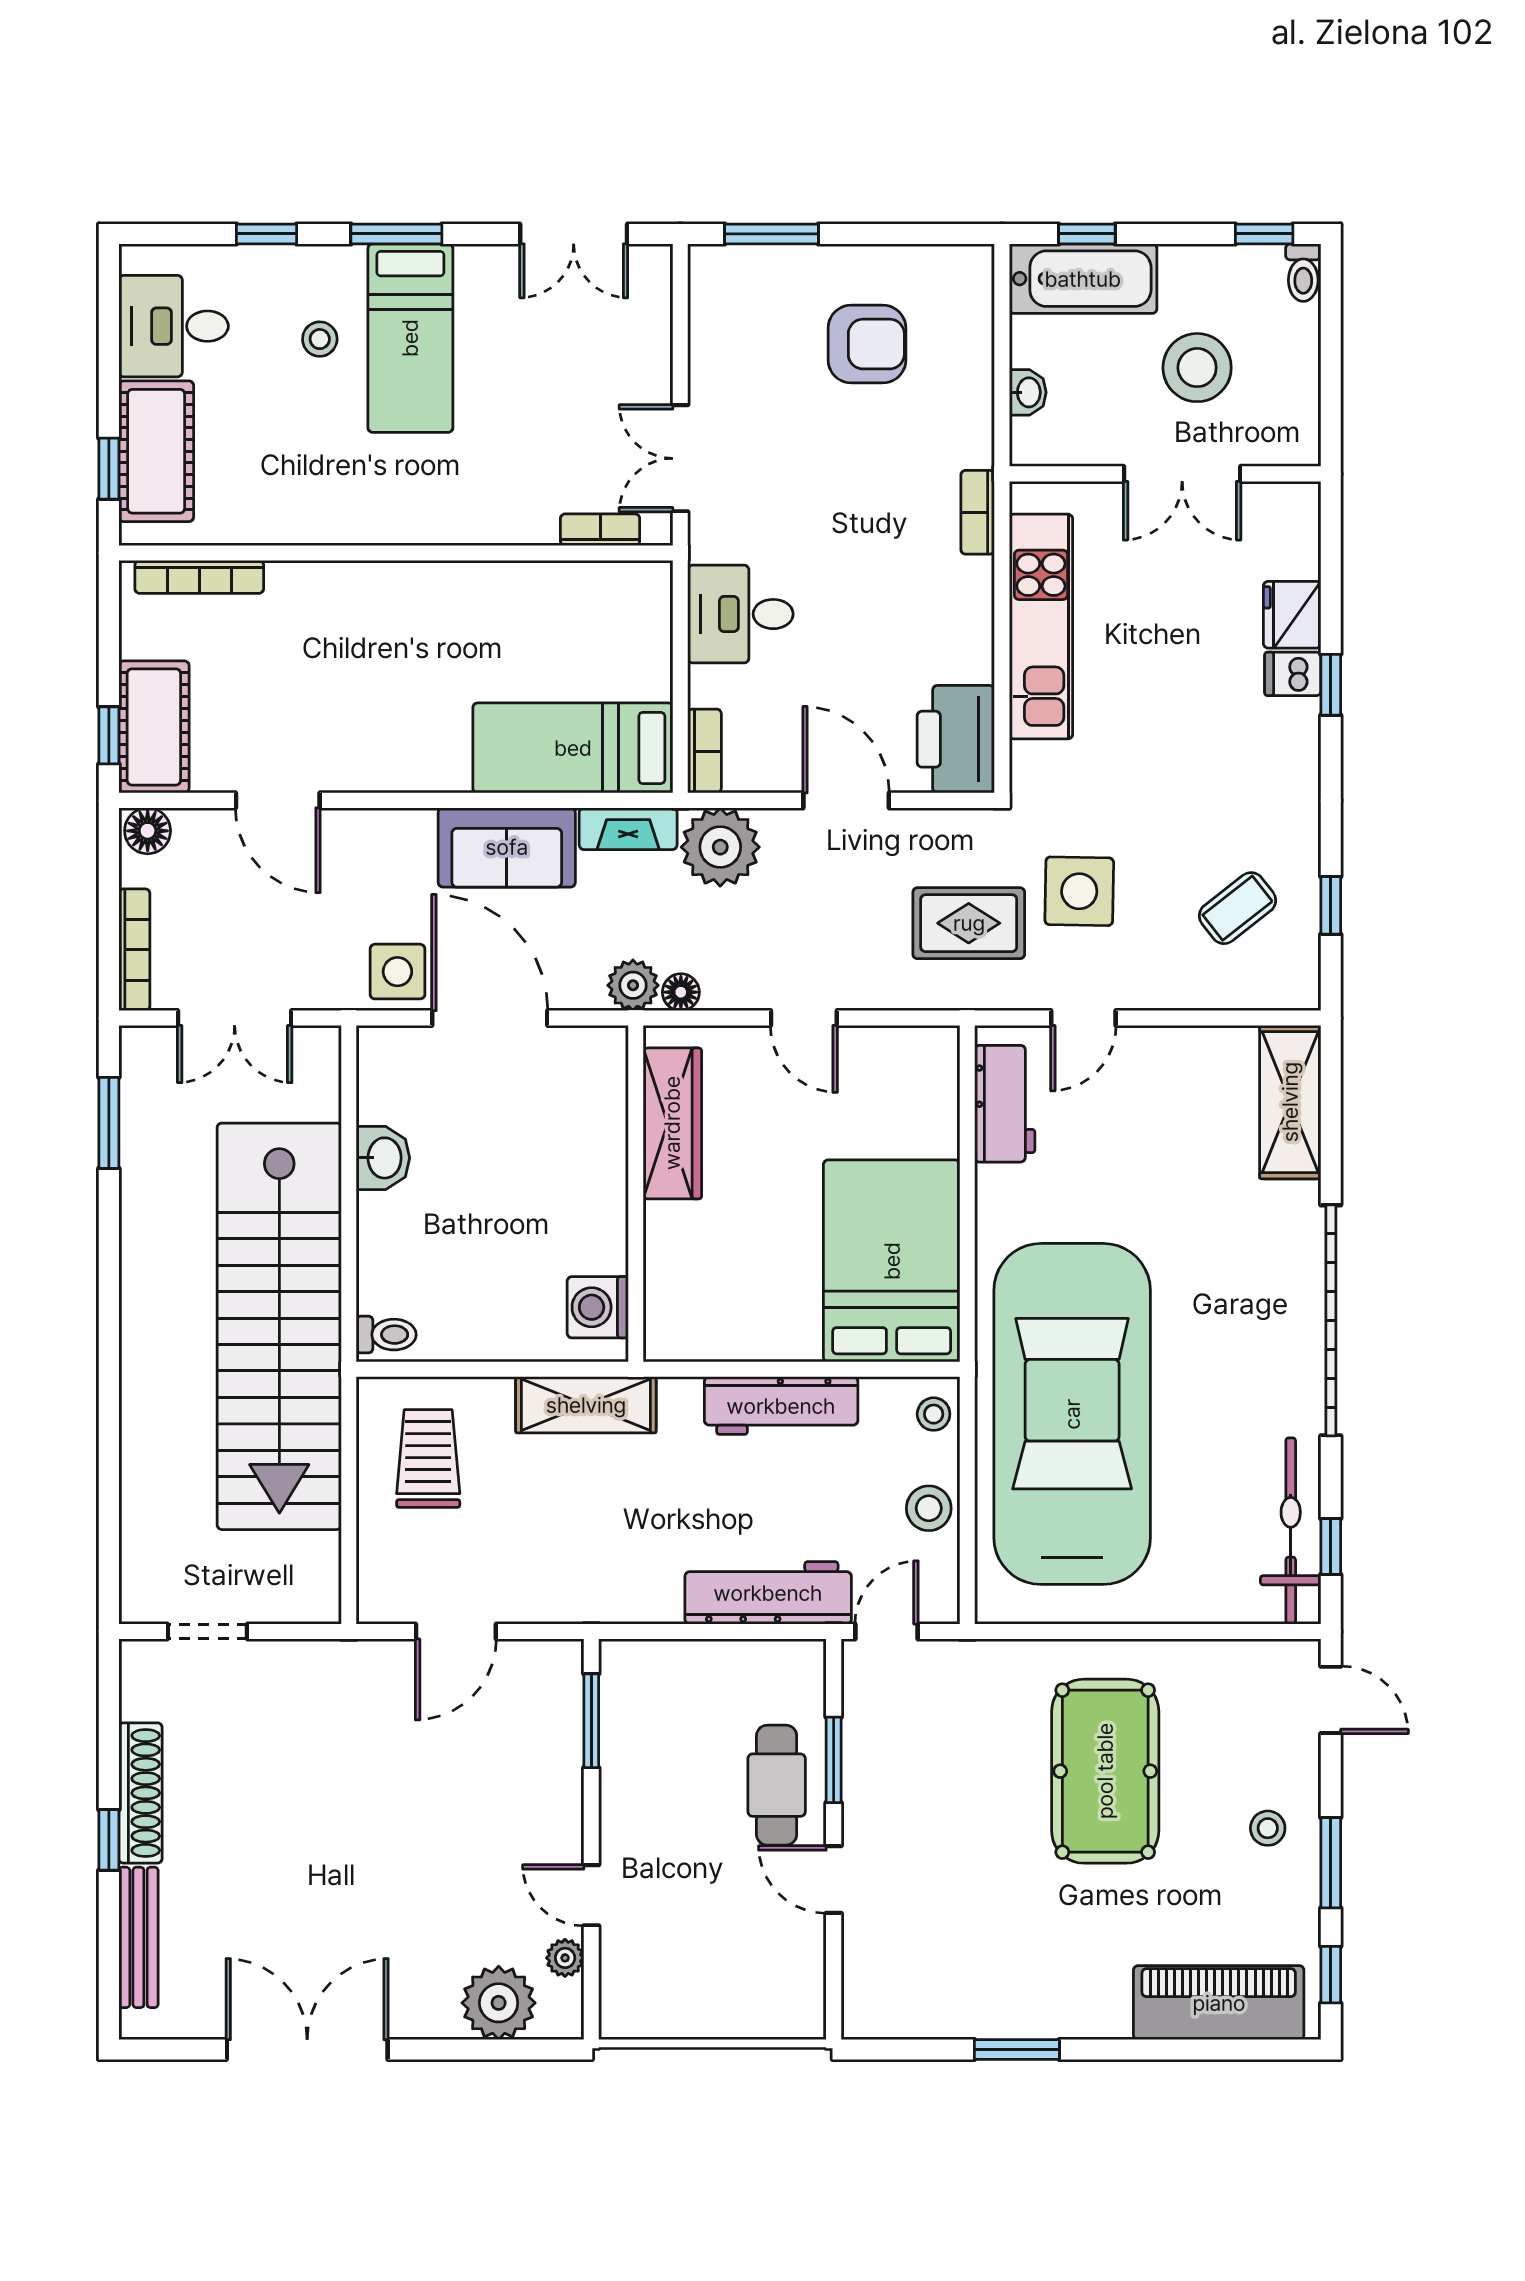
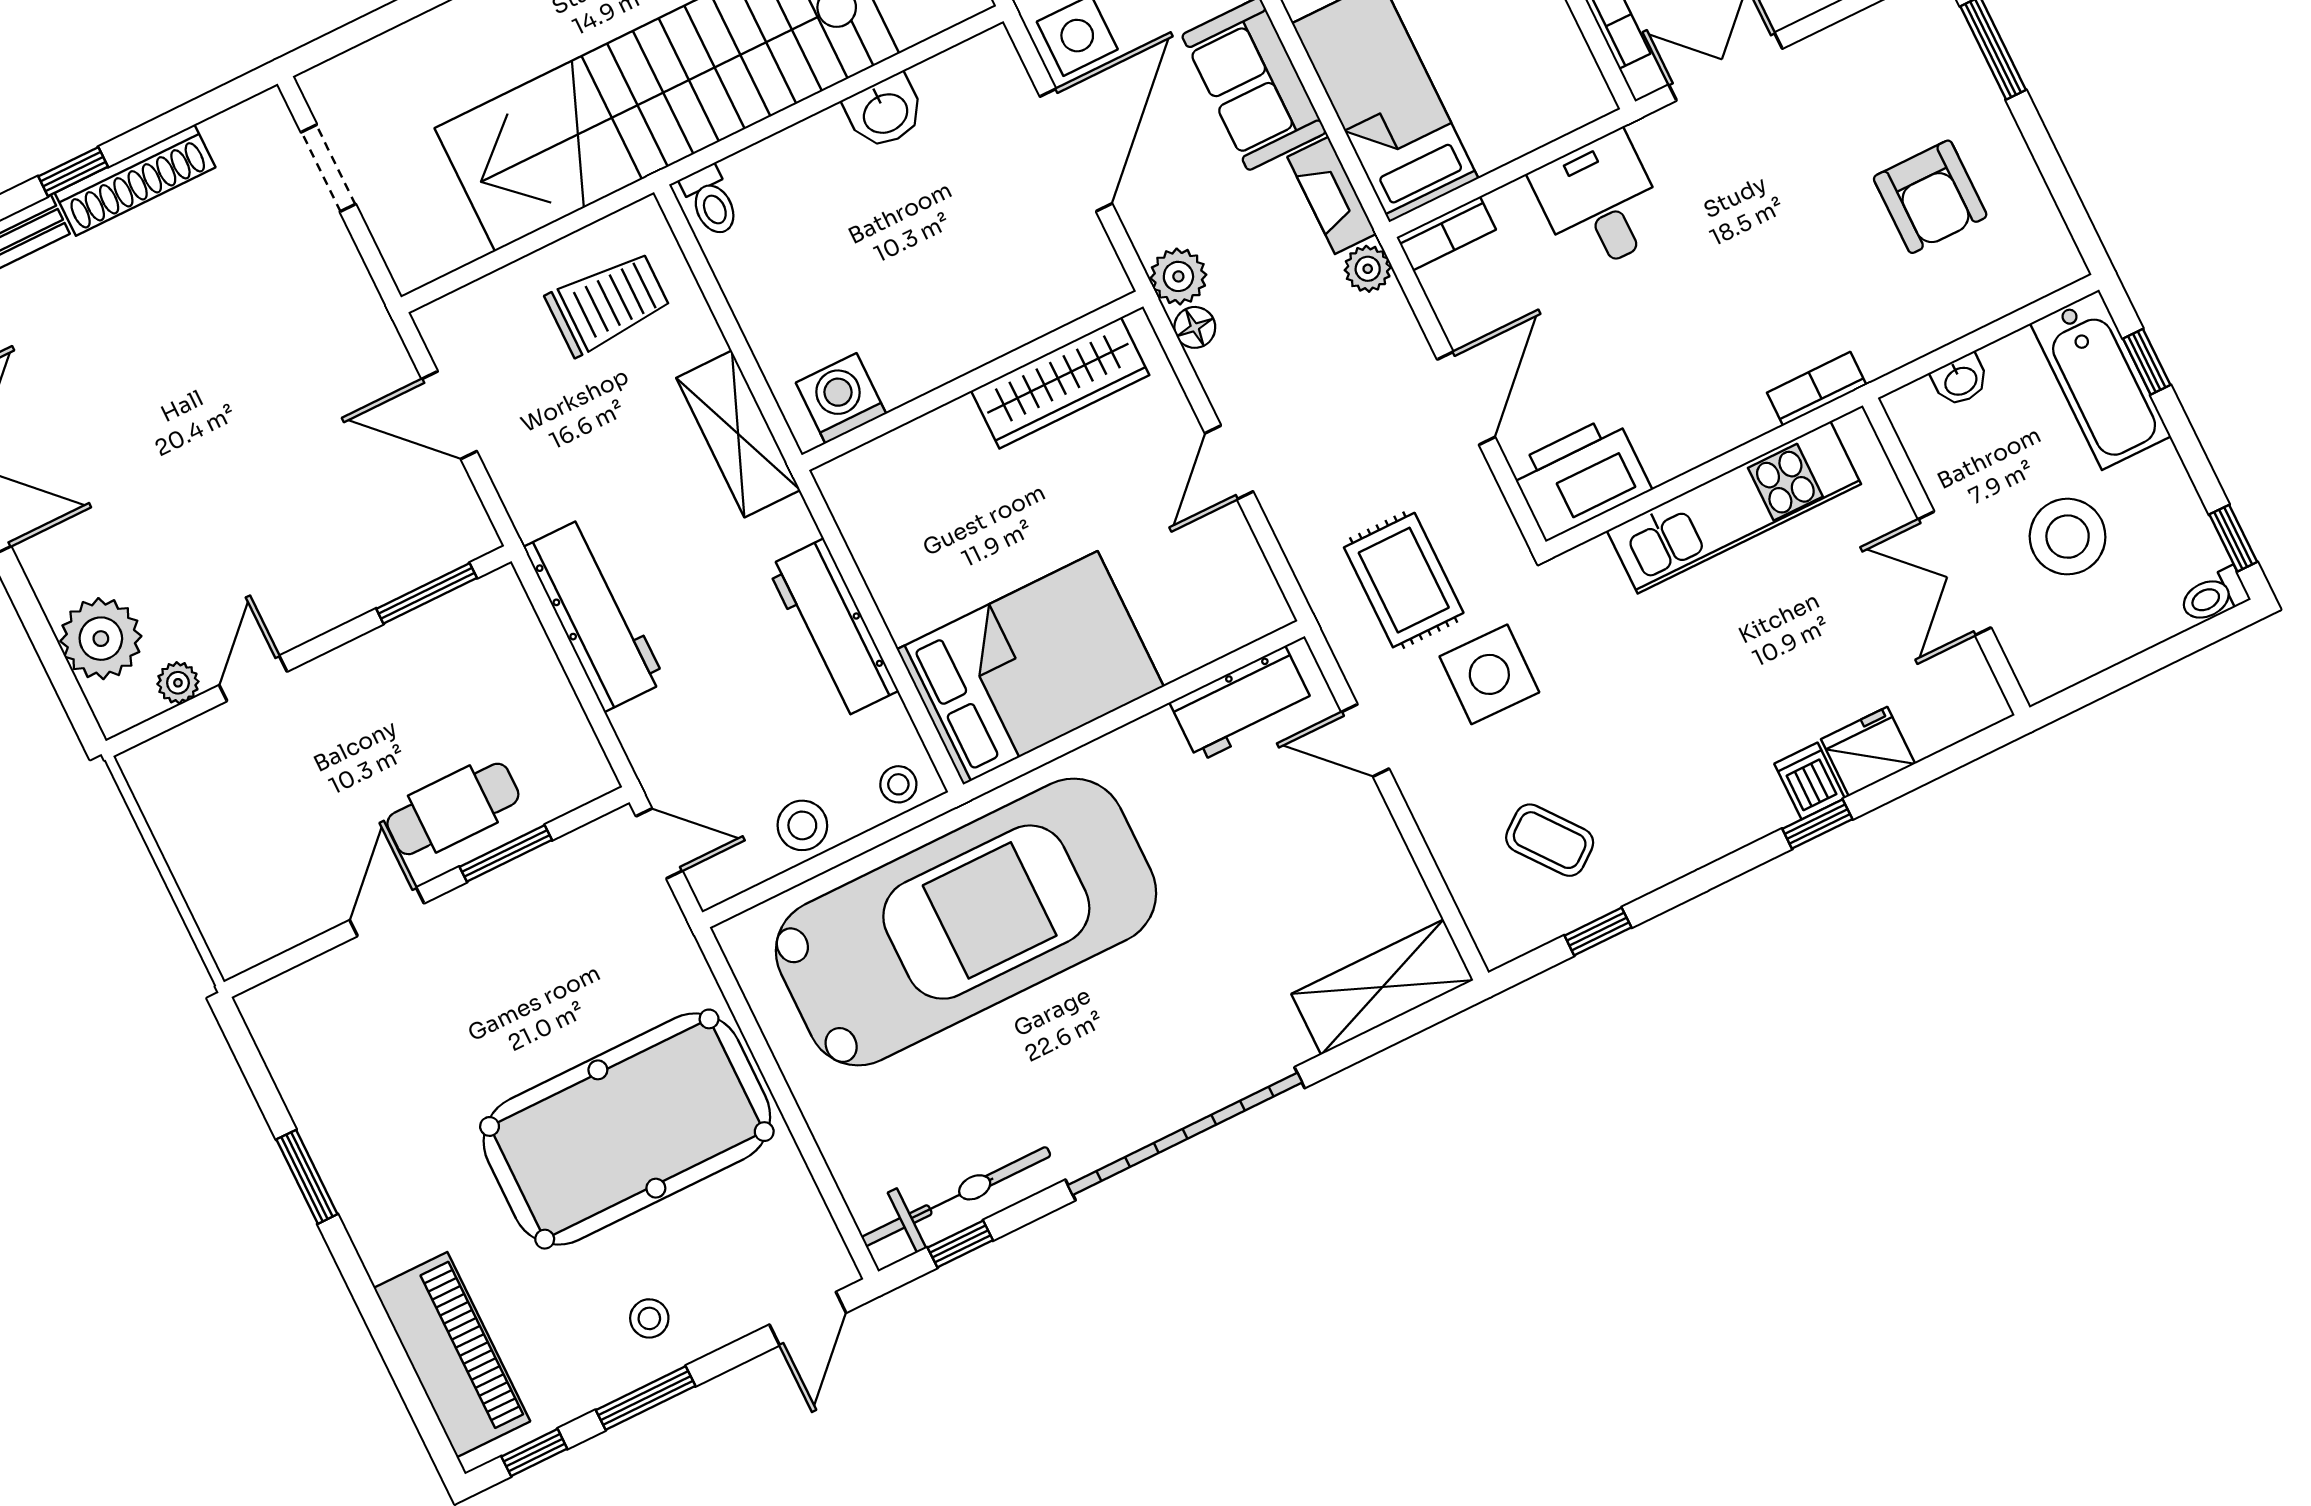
plant: (720, 847) -> (1368, 269), width x0.53, depth x0.53
workbench: (768, 1593) -> (595, 614), moved
pool table: (1105, 1771) -> (627, 1129), width x1.36, depth x1.32

